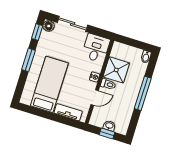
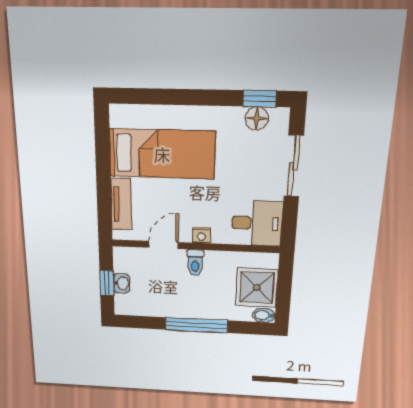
floor lamp: (49, 26) -> (257, 118), moved
window: (28, 60) -> (198, 97), removed
shower: (116, 70) -> (257, 287), moved
door: (95, 98) -> (163, 245), swing flipped

